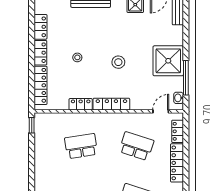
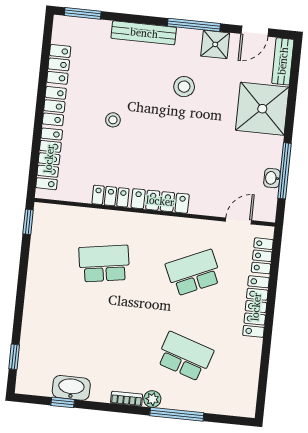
shower: (168, 61) -> (262, 109), moved
stool: (118, 62) -> (184, 87), moved
washbasin: (179, 98) -> (272, 178), moved
school desk: (136, 146) -> (194, 273), turned -42

